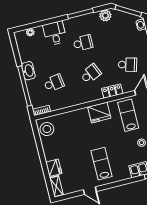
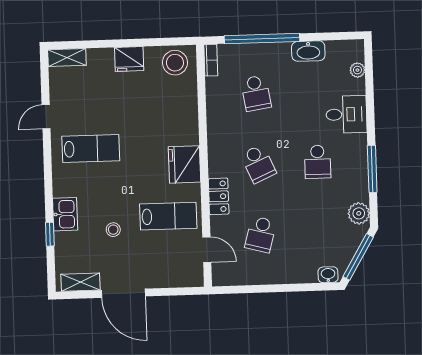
washbasin: (28, 71) -> (308, 51), moved
fridge: (54, 168) -> (129, 59), moved

